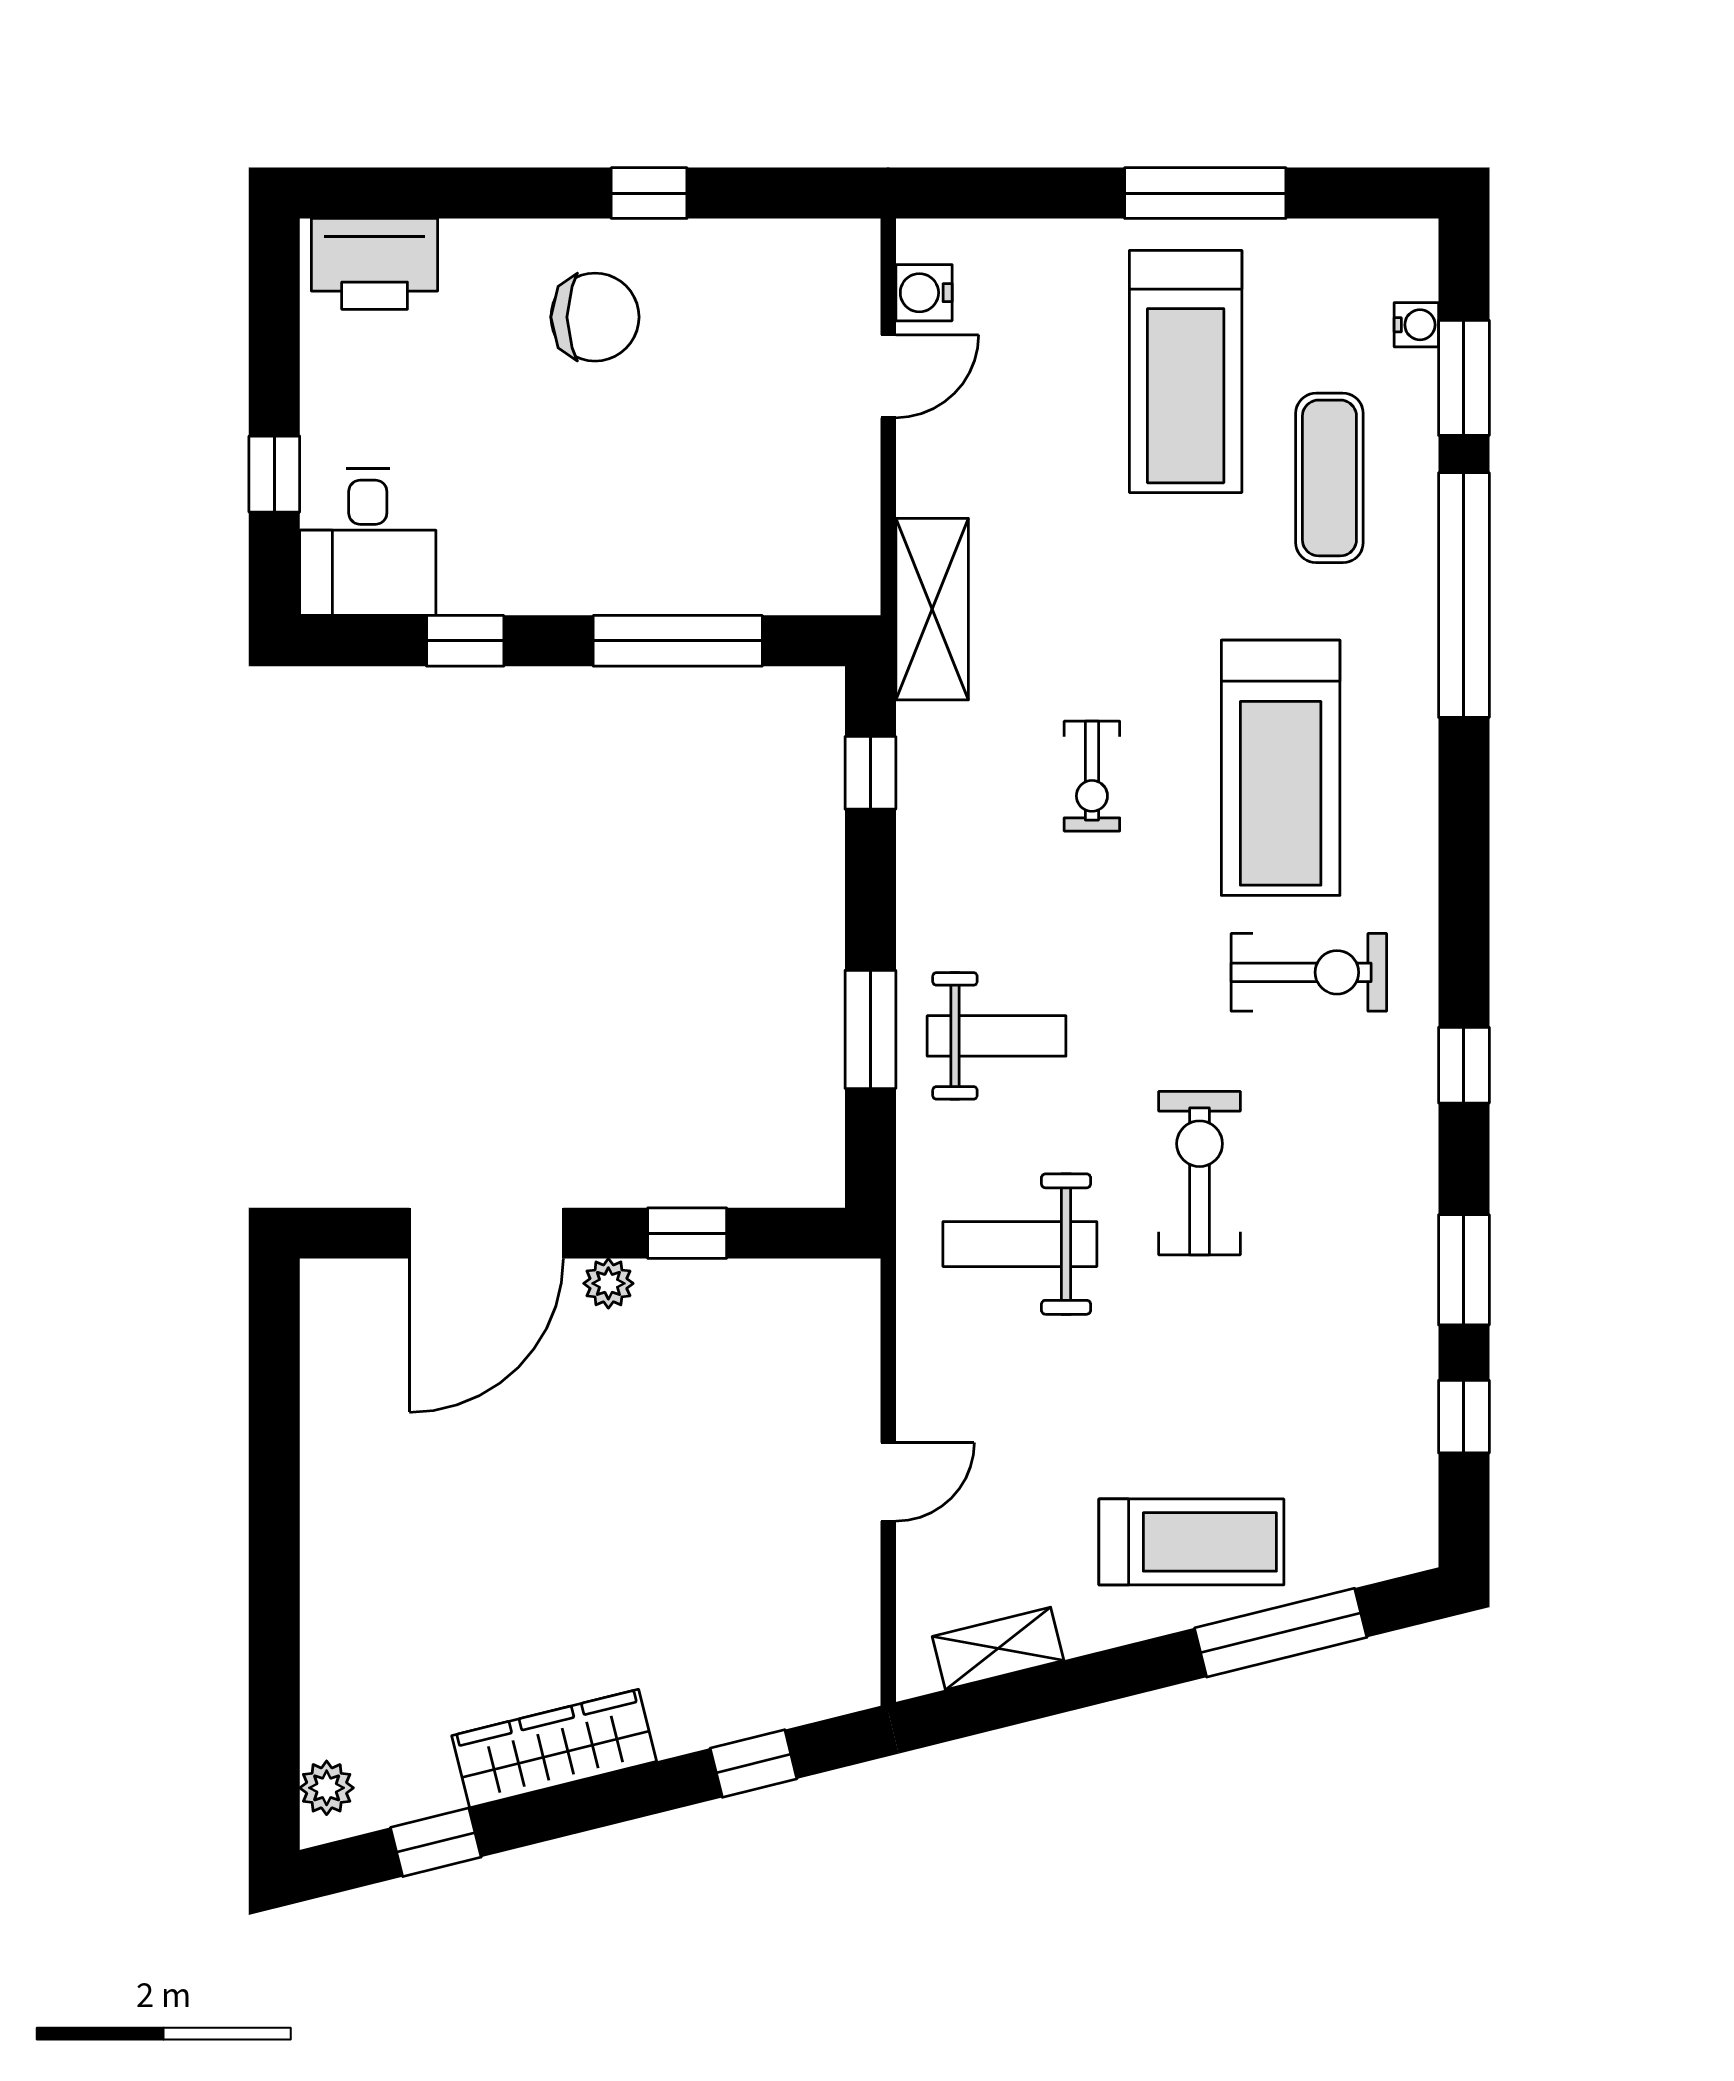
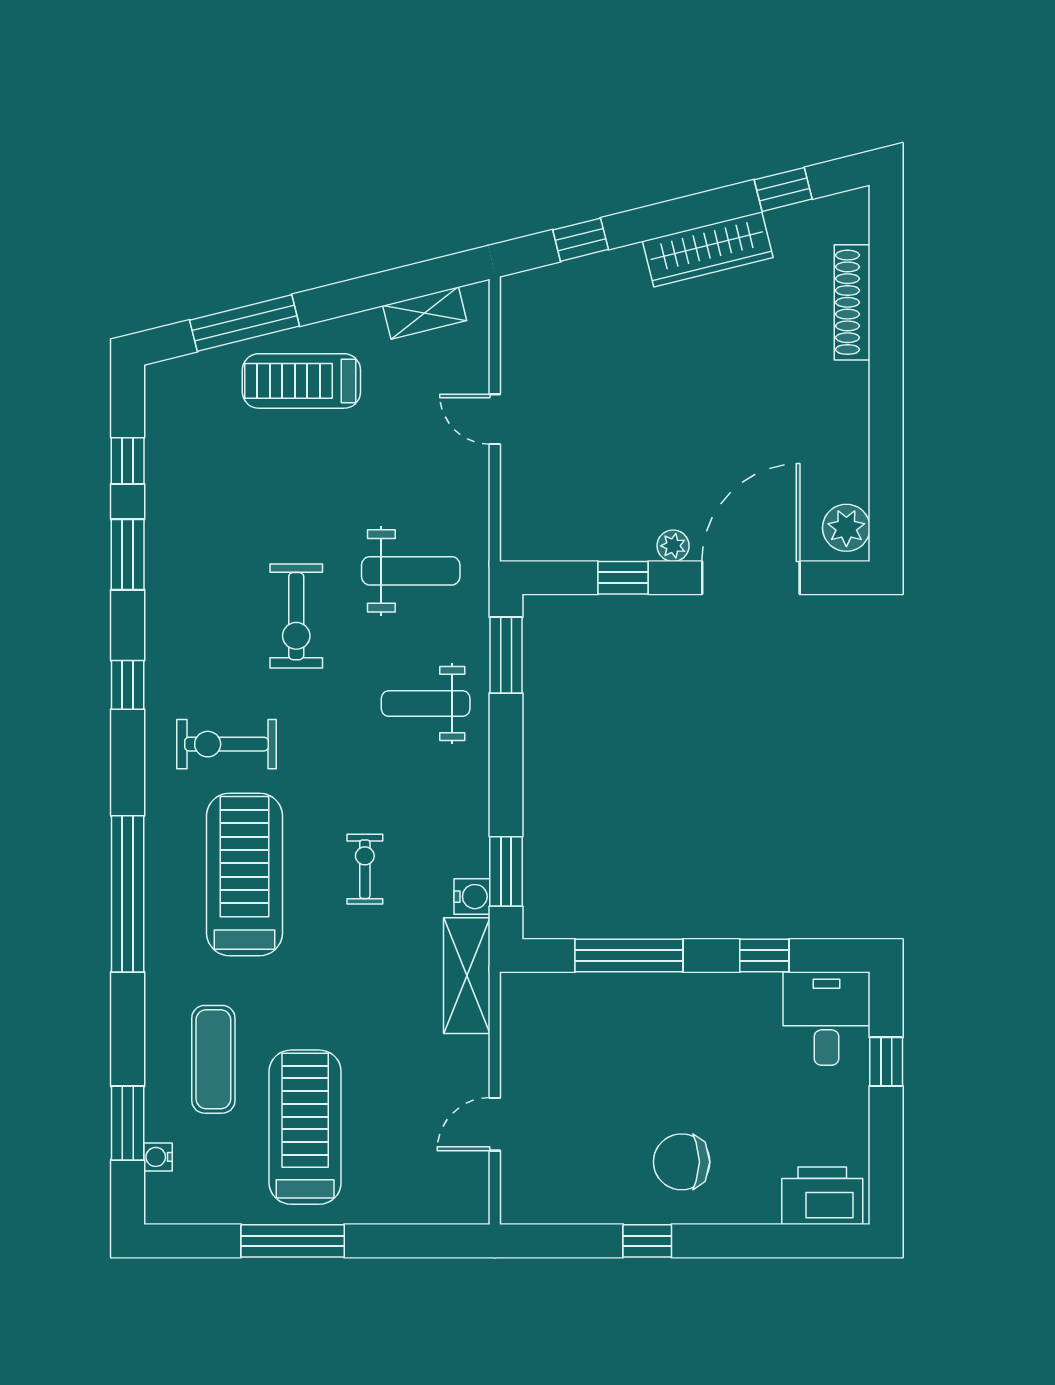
water cooler: (924, 293) -> (472, 897), moved
window: (1464, 595) -> (128, 894), moved
window: (870, 773) -> (506, 871), width x1.50
window: (870, 1029) -> (506, 655), moved
door: (888, 1482) -> (495, 419), hinge flipped
shoe rack: (328, 1665) -> (852, 302), added
plant: (327, 1788) -> (846, 528), moved, width x1.38, depth x1.38

